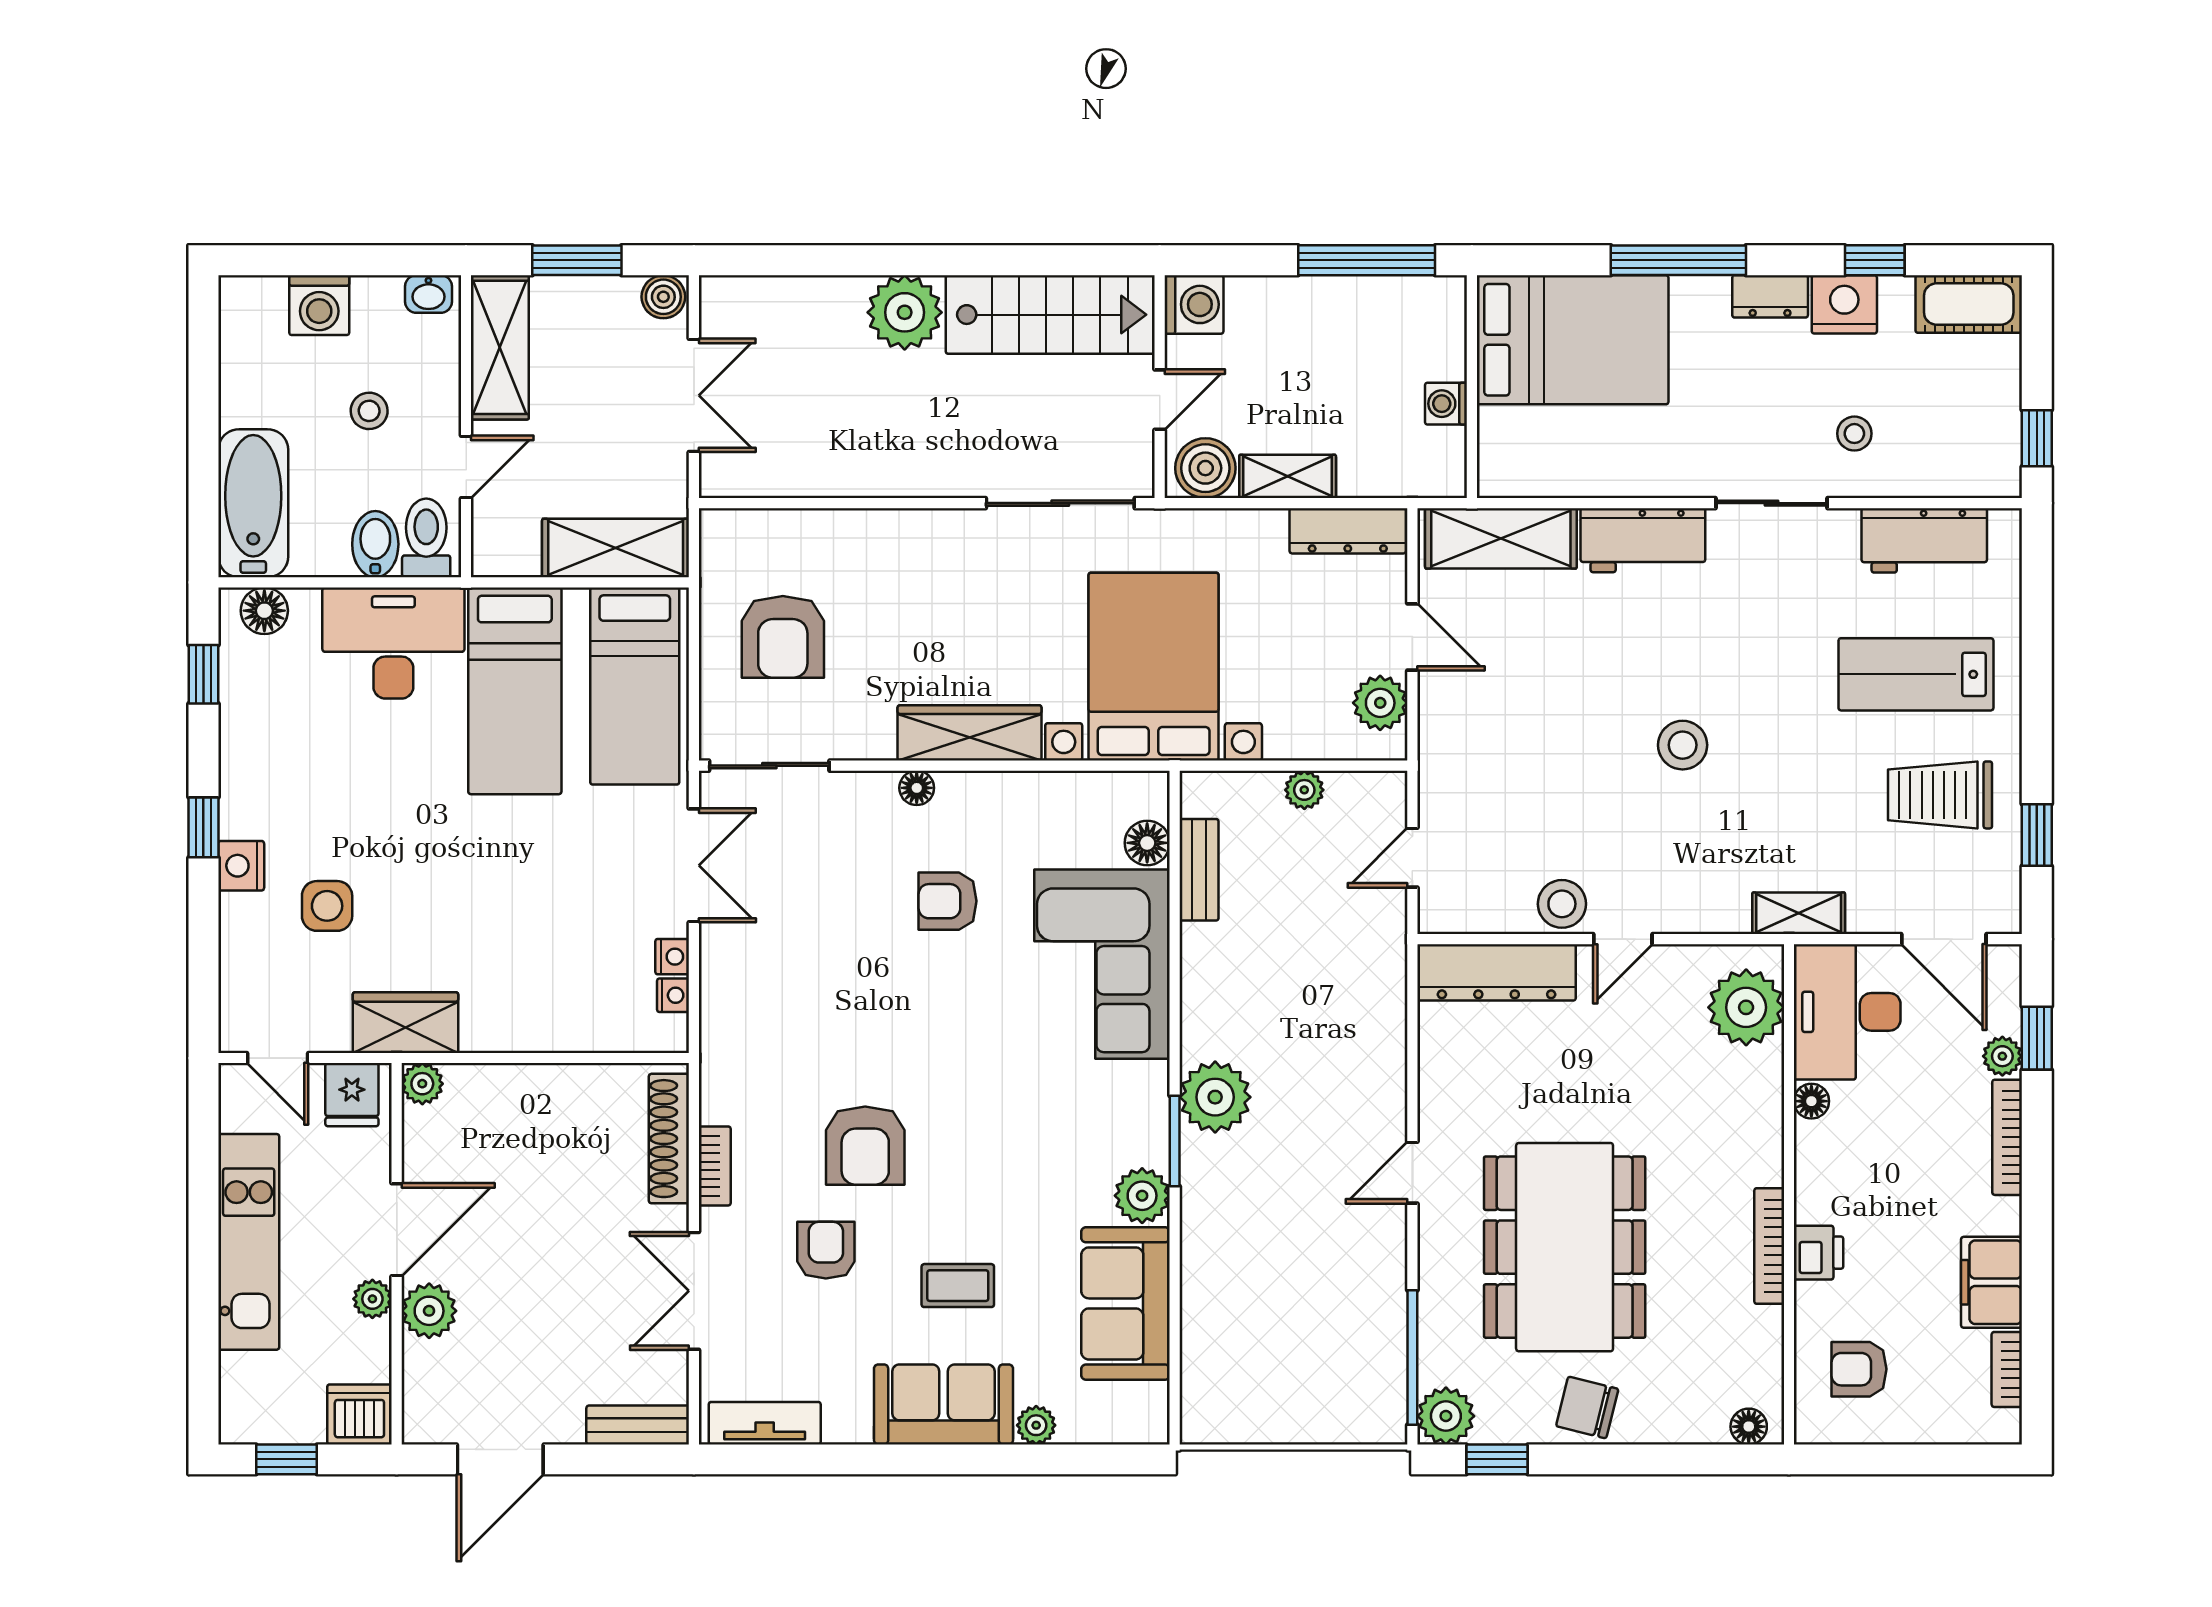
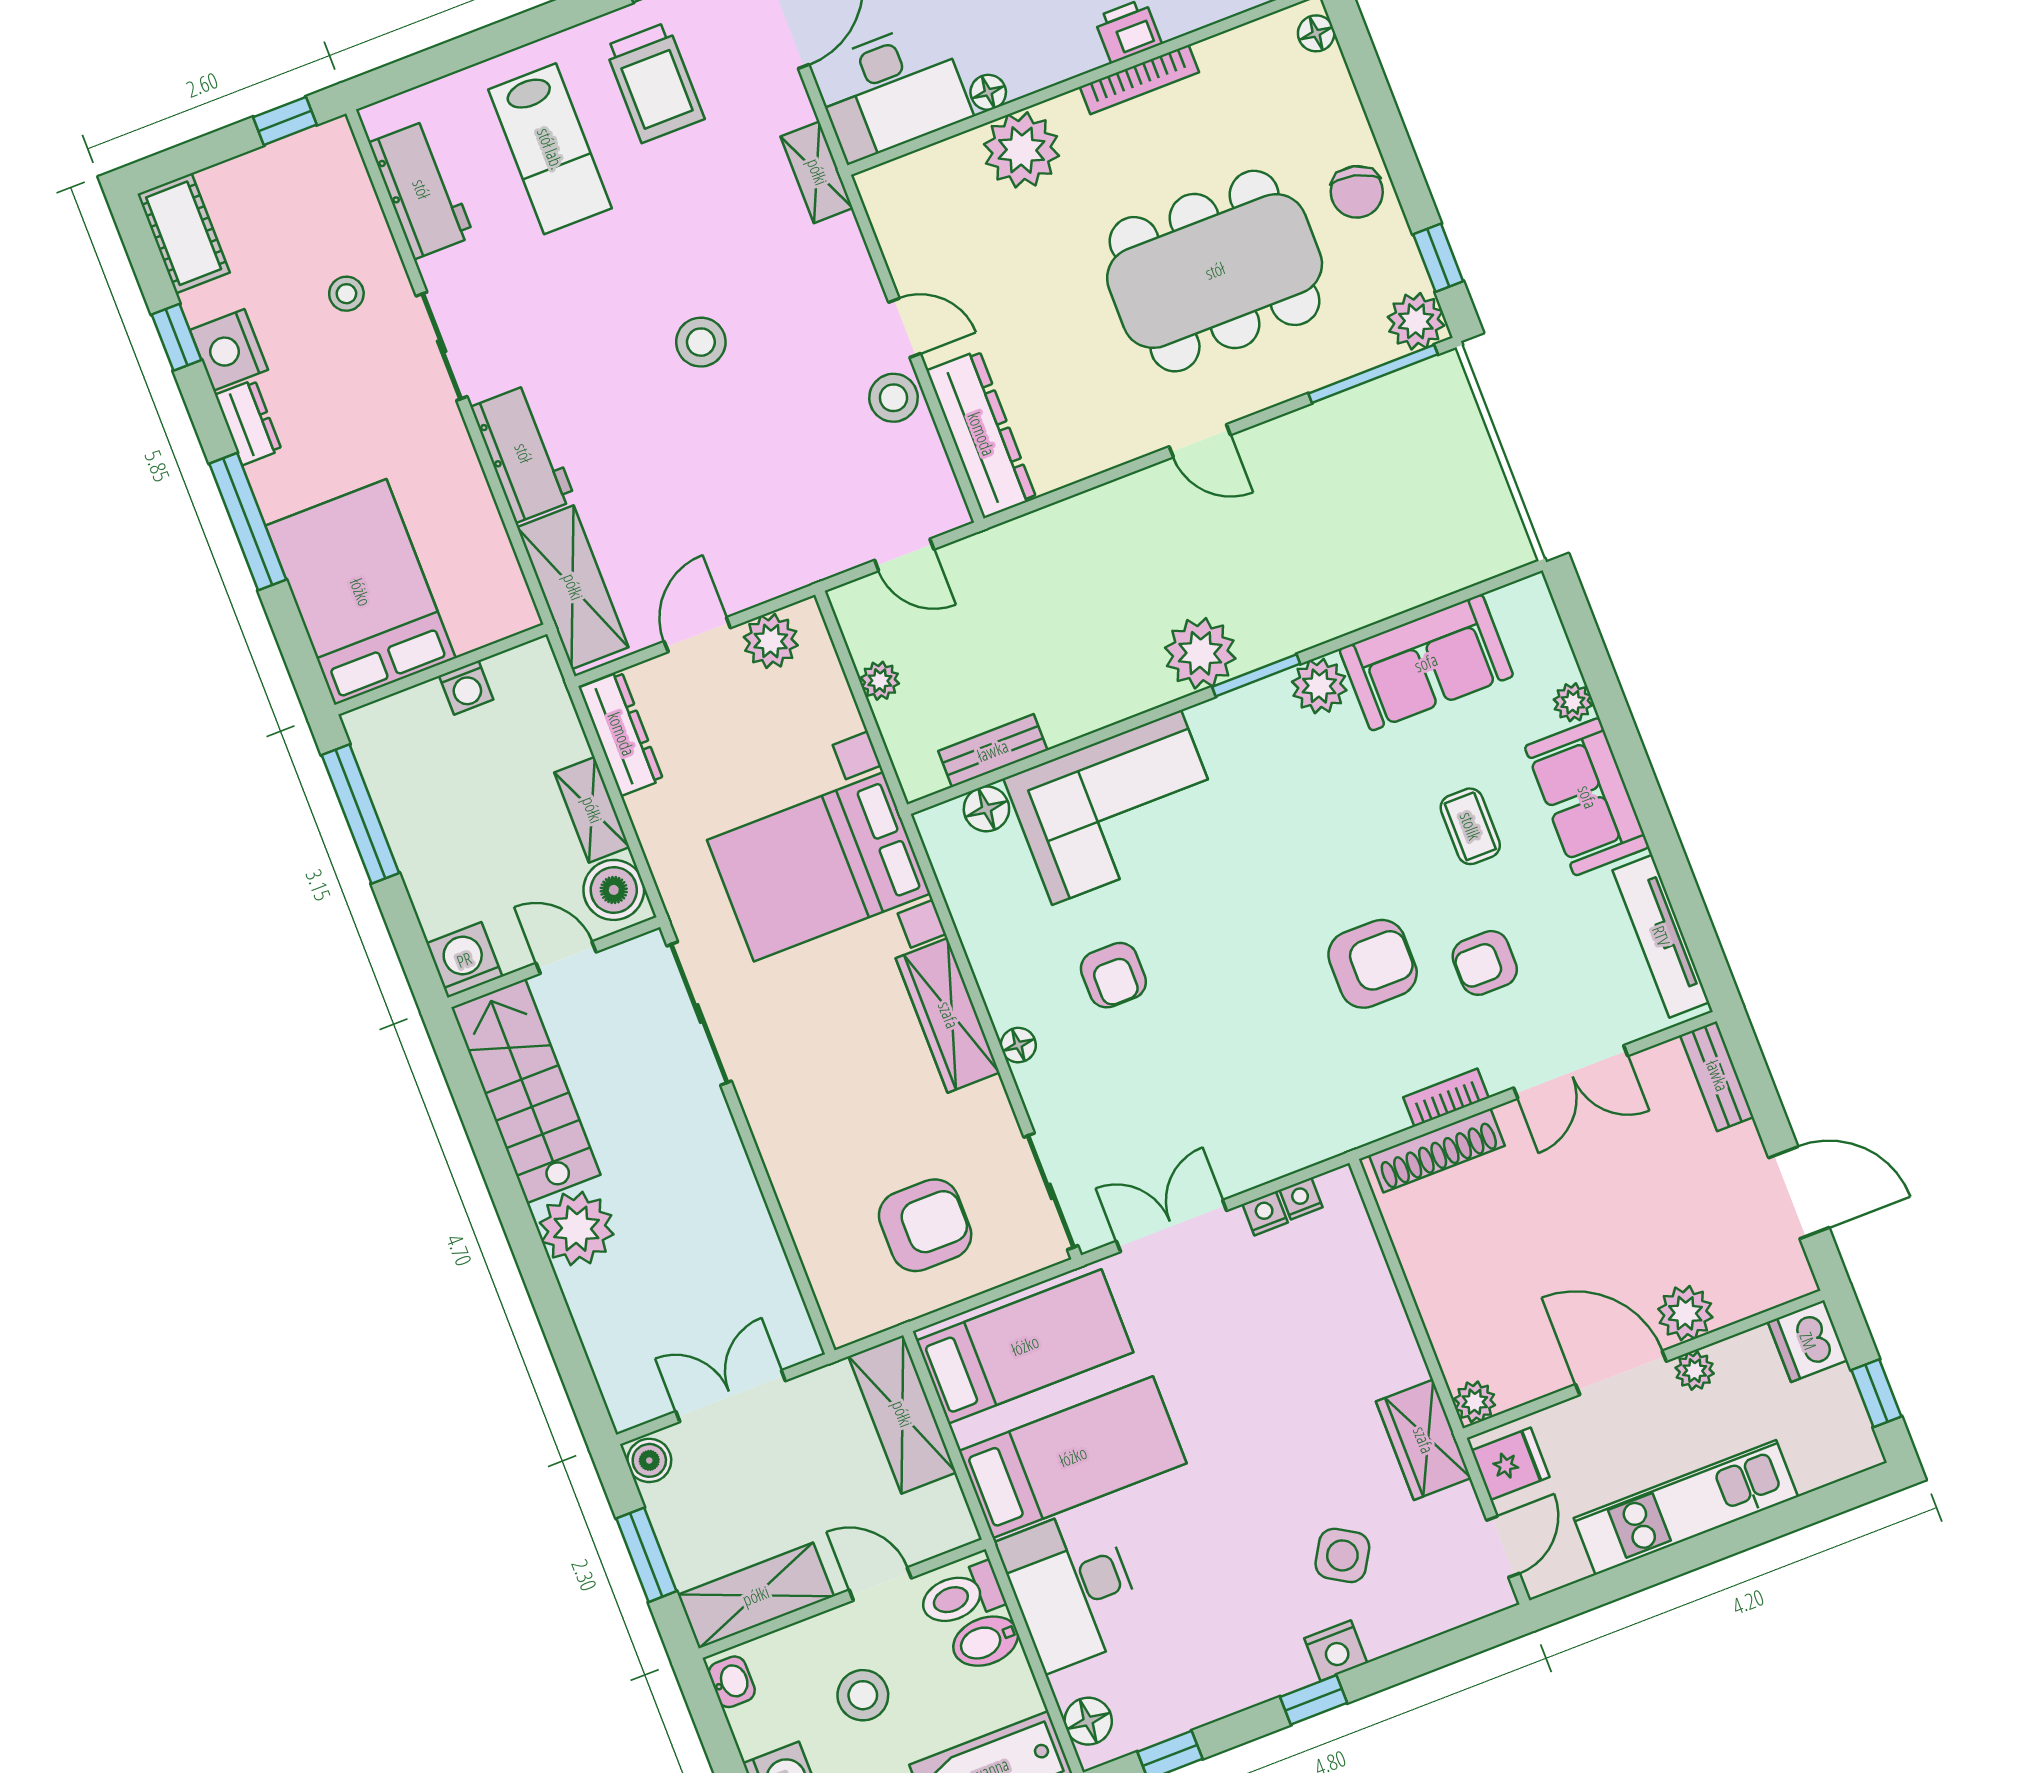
stool: (369, 411) -> (863, 1695), width x1.37, depth x1.37
side table: (327, 906) -> (1342, 1555), turned 31
plant: (1746, 1007) -> (1022, 150), moved
tv unit: (765, 1423) -> (1661, 936), width x1.41

